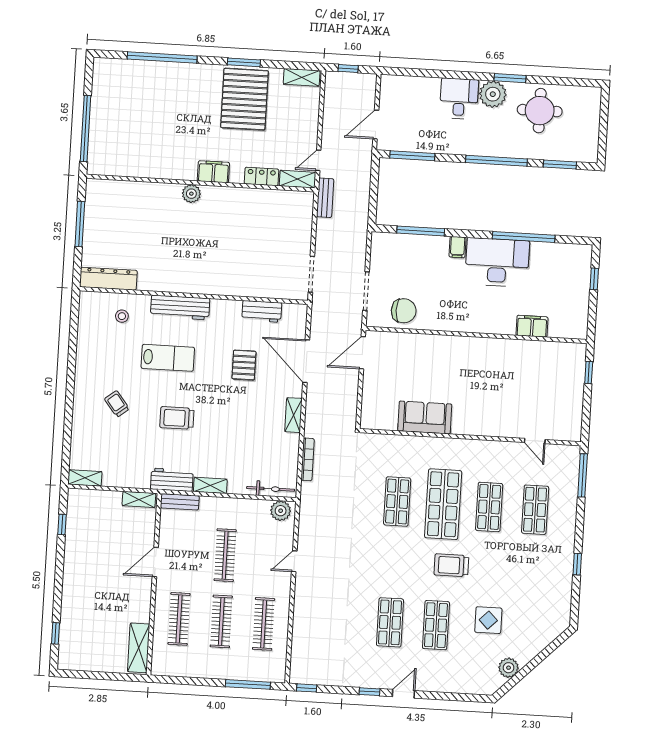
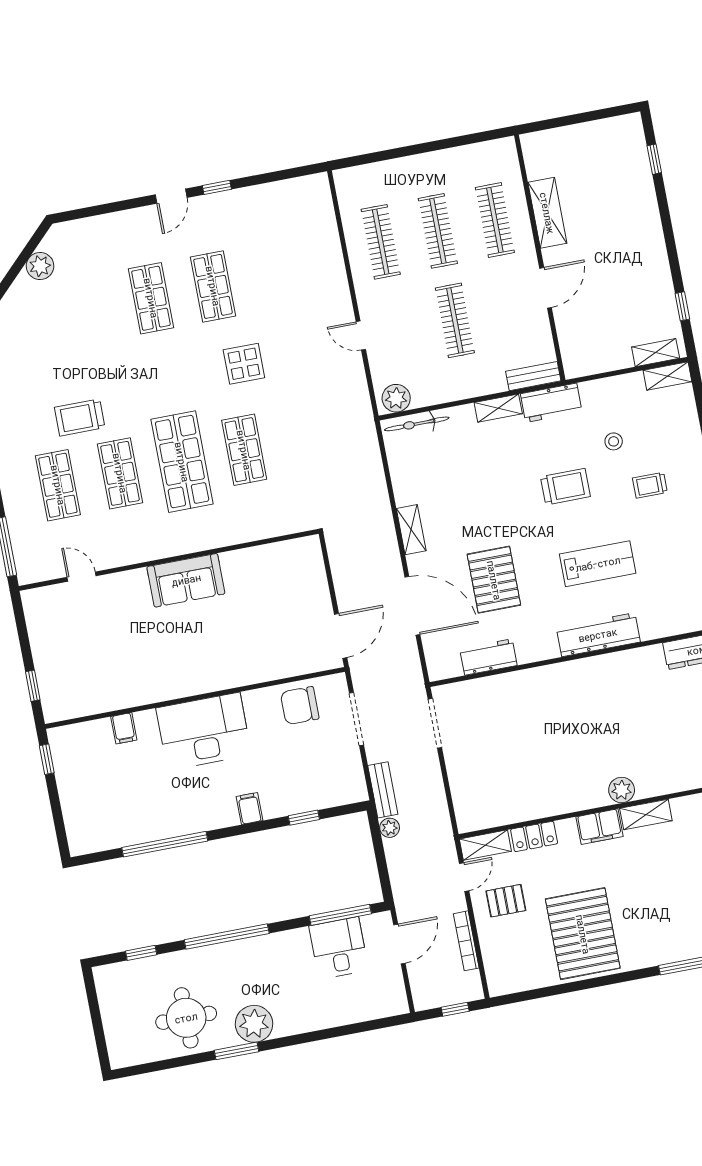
window: (244, 62) -> (596, 982), removed
shelving: (302, 77) -> (646, 815), moved
desk: (459, 99) -> (339, 948), moved, turned 180
pallet: (293, 136) -> (506, 901), added
window: (560, 164) -> (141, 953), width x0.67
bench: (325, 198) -> (383, 790), moved
plant: (362, 208) -> (390, 828), added
window: (421, 231) -> (304, 818), width x0.46
desk: (497, 262) -> (204, 731), moved, turned 180
window: (594, 279) -> (47, 759), moved
stool: (122, 316) -> (614, 441), moved
filing cabinet: (532, 326) -> (124, 728), width x0.50
lab bench: (168, 358) -> (598, 564), turned 180
pallet: (244, 365) -> (494, 580), width x1.50, depth x1.42
trolley: (117, 404) -> (650, 485), turned 128
sofa: (425, 417) -> (186, 580), moved
bookcase: (308, 459) -> (466, 941), moved
shelving: (139, 499) -> (656, 353), moved
door: (294, 561) -> (361, 336), swing flipped
trolley: (451, 565) -> (80, 417), moved, turned 180
display table: (488, 620) -> (244, 364), moved
shelving: (139, 648) -> (547, 213), moved
window: (248, 684) -> (381, 156), removed
window: (307, 688) -> (302, 171), removed

